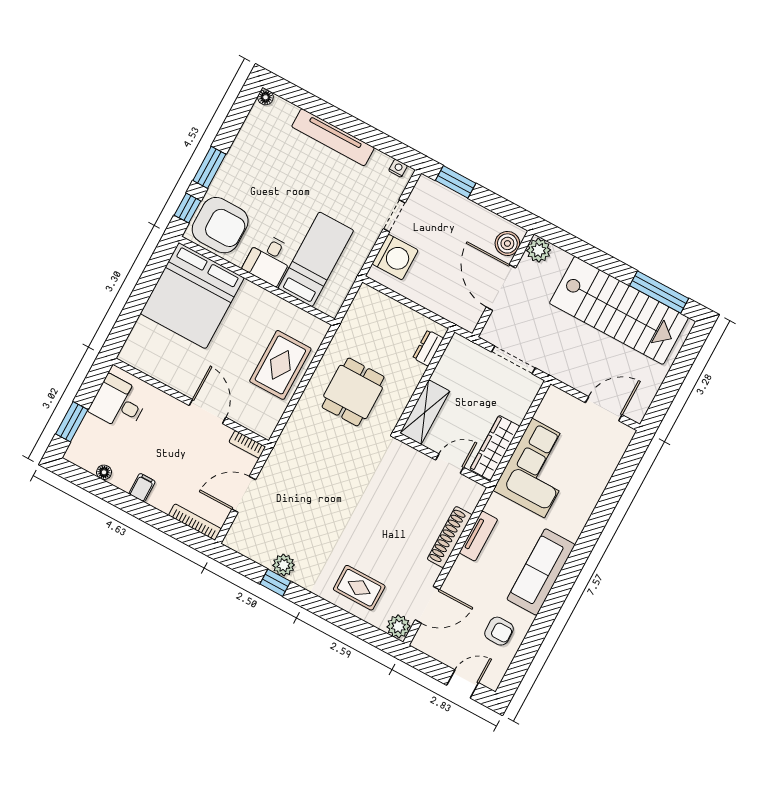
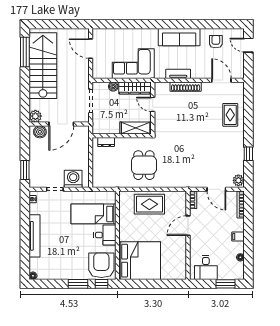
dining table: (353, 392) -> (144, 165), turned 90
boiler: (517, 412) -> (113, 87), added
plant: (284, 565) -> (238, 180), moved
plant: (398, 626) -> (238, 88), removed

